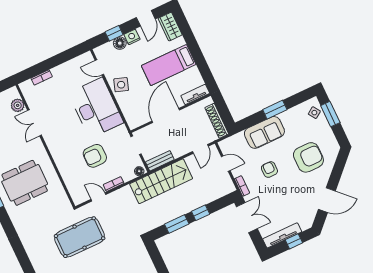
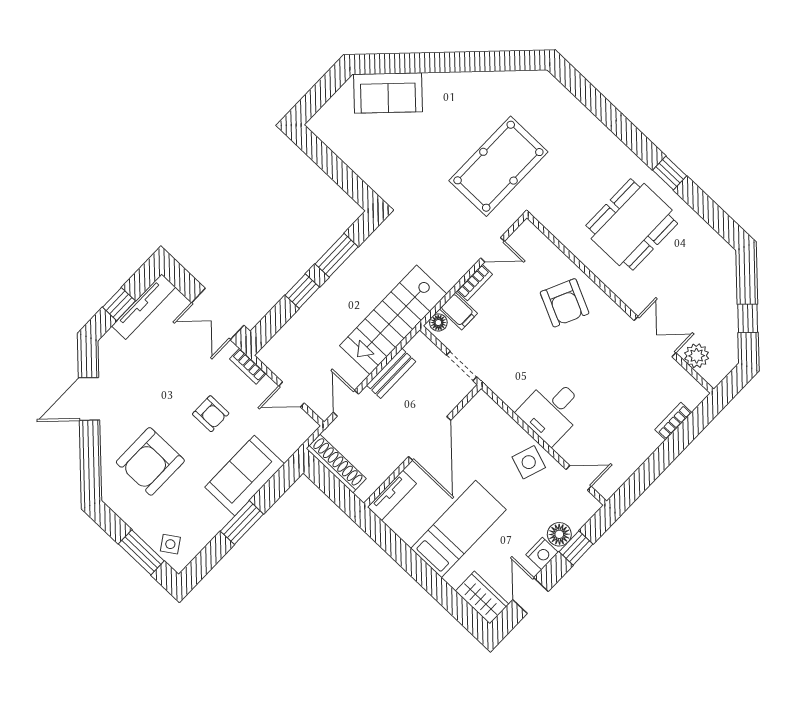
desk: (96, 108) -> (552, 411), width x0.53, depth x0.77
armchair: (95, 156) -> (565, 303), moved, turned 115
bench: (160, 161) -> (391, 373), moved
filing cabinet: (127, 173) -> (458, 311), added

